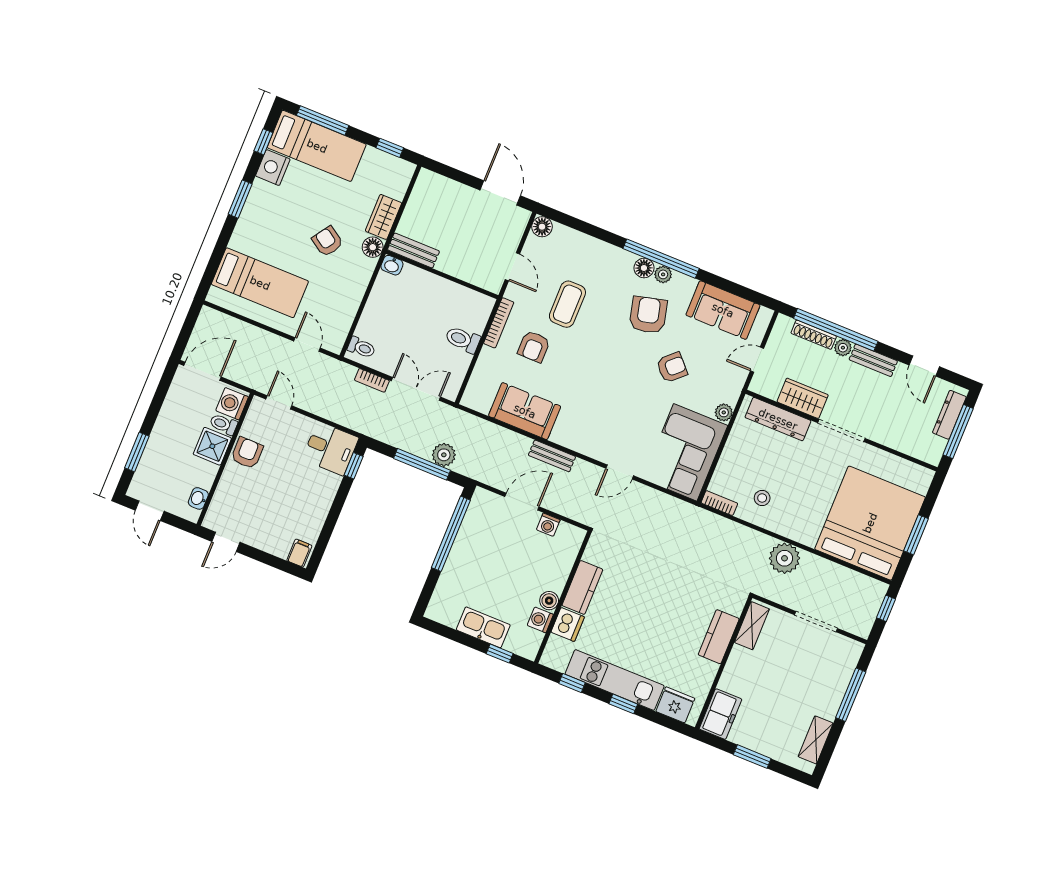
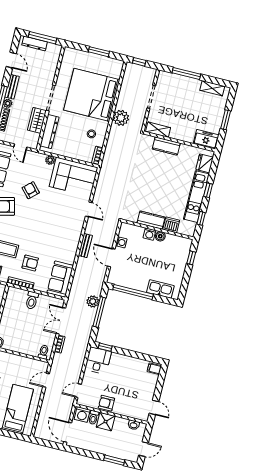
door: (924, 366) -> (11, 60), hinge flipped
sofa: (525, 411) -> (60, 279), moved
bed: (870, 523) -> (92, 95), moved
washing machine: (540, 620) -> (149, 234), moved
kitchen sink: (483, 627) -> (160, 289), moved, turned 90

